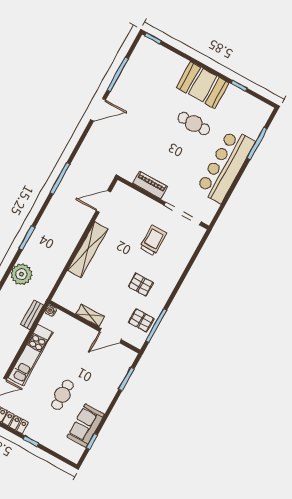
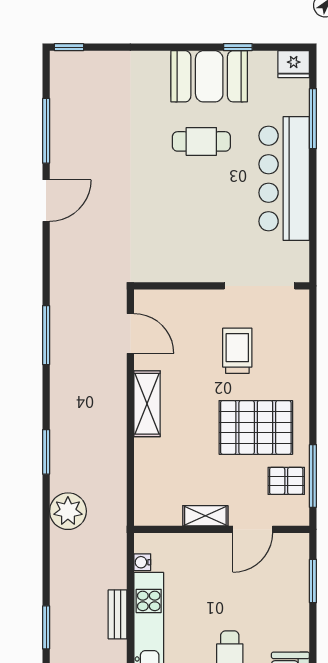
booth: (203, 85) -> (209, 76), moved
fridge: (263, 110) -> (294, 64), added
piano: (150, 185) -> (187, 270), removed
door: (103, 201) -> (130, 334), swing flipped
shelving: (88, 250) -> (147, 404), width x0.68
pallet: (141, 285) -> (256, 427), width x2.05, depth x2.00
water cooler: (51, 311) -> (142, 562), moved
bench: (32, 315) -> (118, 614), moved

